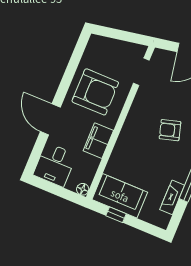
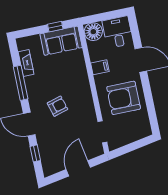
filing cabinet: (98, 141) -> (100, 67), width x0.50
floor lamp: (83, 189) -> (93, 32), width x1.89, depth x1.89

